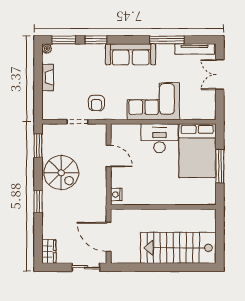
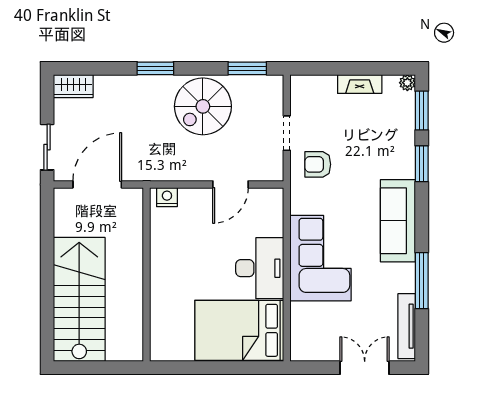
window: (220, 166) -> (214, 368), removed

